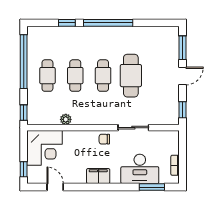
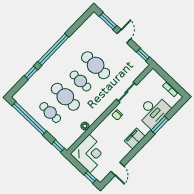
cafe table: (75, 76) -> (65, 97), width x1.37, depth x1.35
door: (55, 187) -> (117, 169), swing flipped
window: (152, 187) -> (160, 125), moved

